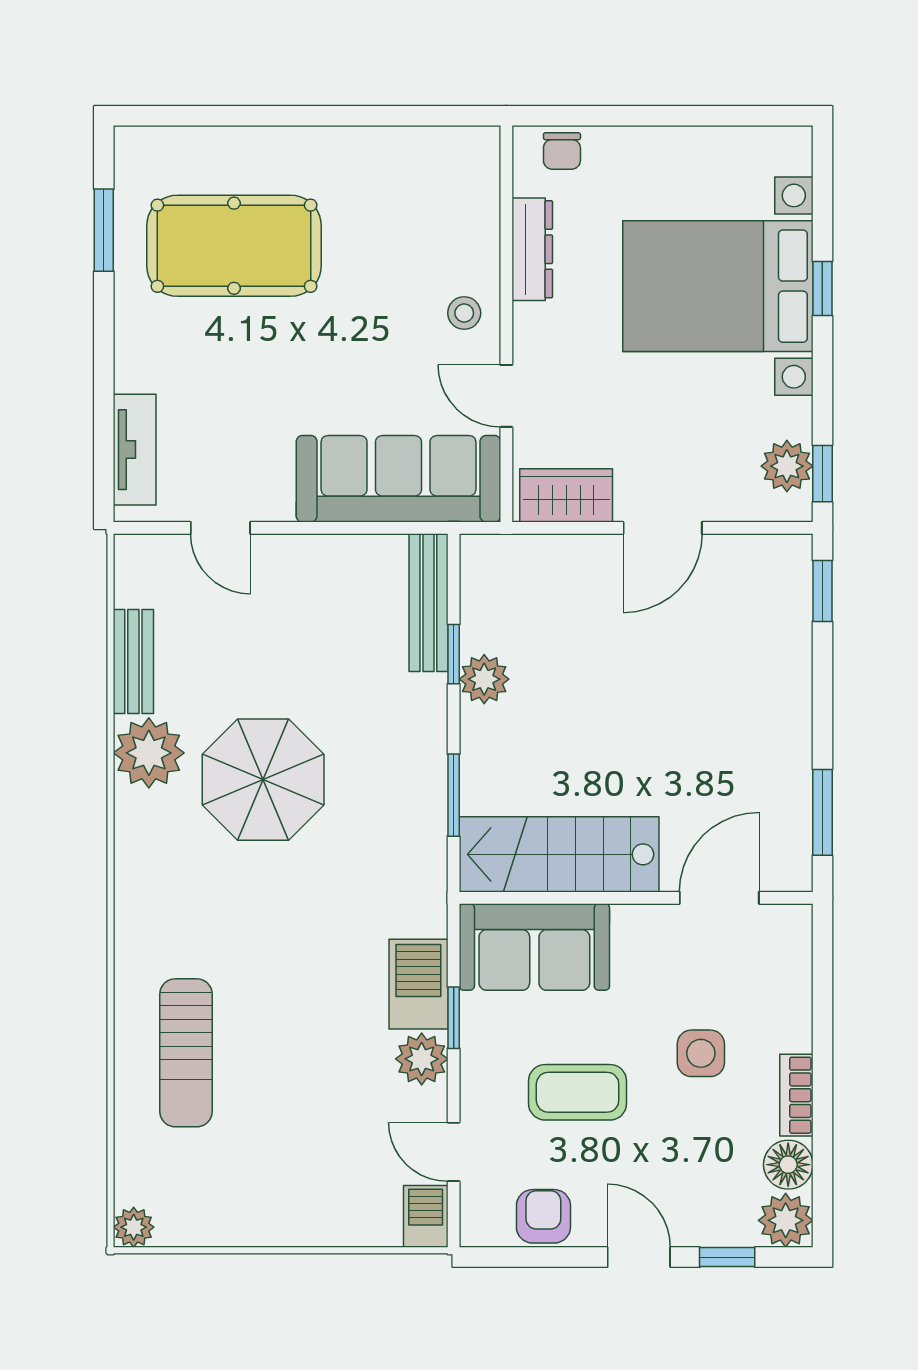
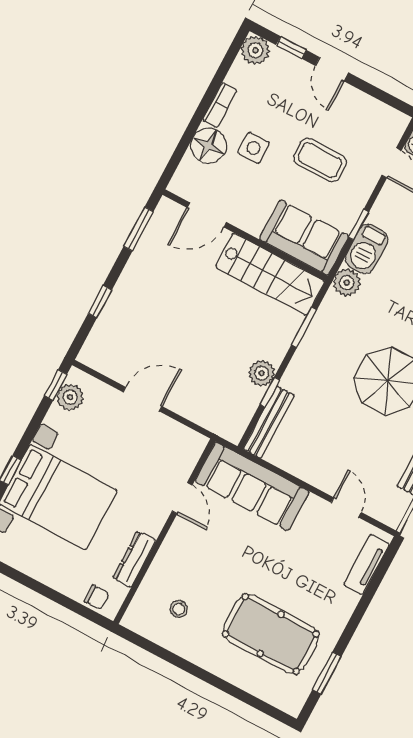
chair: (562, 151) -> (97, 597), turned 90
stool: (464, 313) -> (179, 609), moved
wardrobe: (566, 495) -> (179, 438), removed
window: (822, 591) -> (100, 302), moved
plant: (422, 1059) -> (347, 283), moved
floor lamp: (788, 1165) -> (208, 146), moved, width x1.38, depth x1.38
armchair: (543, 1216) -> (366, 111), removed

